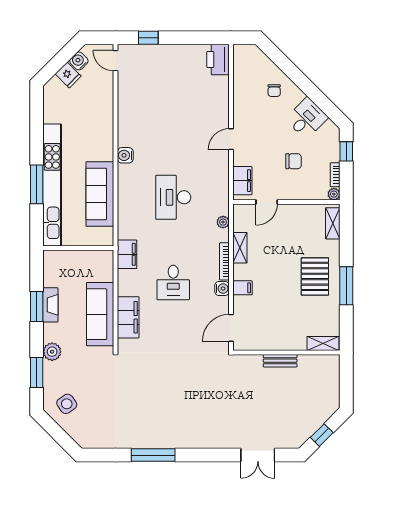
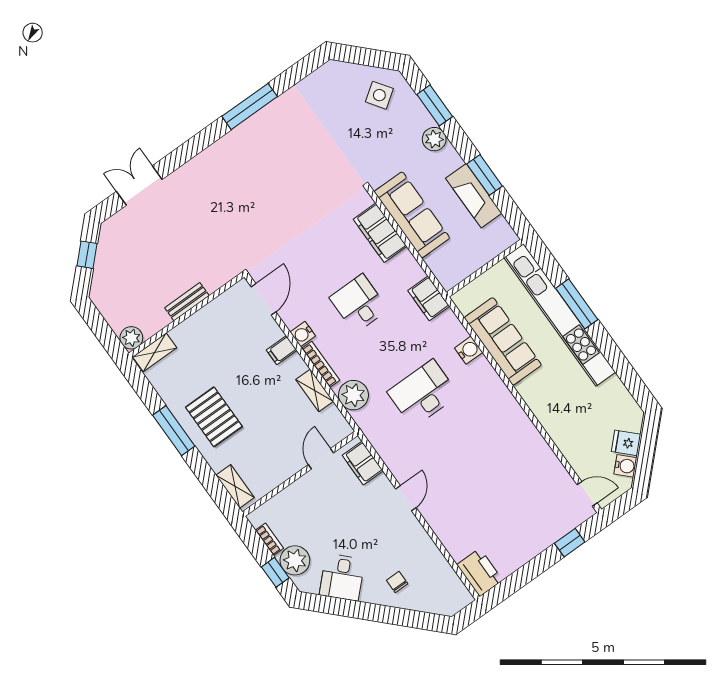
water cooler: (125, 155) -> (469, 350), moved
chair: (293, 161) -> (324, 522), removed
plant: (334, 194) -> (295, 560), moved, width x1.87, depth x1.87
desk: (173, 197) -> (423, 393), turned -90
plant: (223, 222) -> (353, 395), width x1.88, depth x1.88
fireplace: (50, 305) -> (474, 196), width x1.37, depth x1.32
plant: (331, 363) -> (131, 338), added

